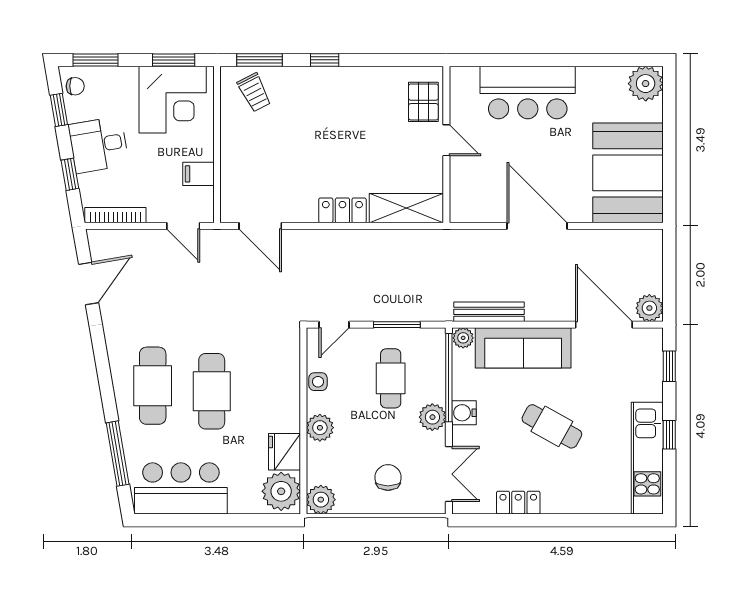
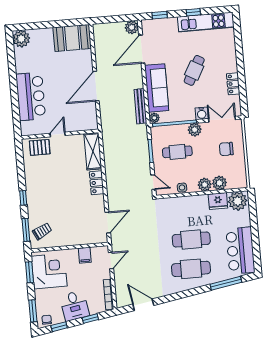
booth: (628, 173) -> (72, 38), width x0.73, depth x0.70
water cooler: (464, 413) -> (202, 113), moved
plant: (321, 500) -> (219, 183), moved

